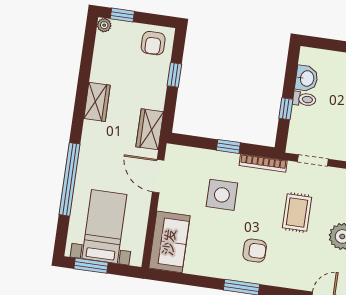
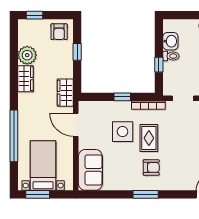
plant: (104, 25) -> (27, 55), moved, width x1.87, depth x1.87
rug: (297, 212) -> (149, 138), moved

